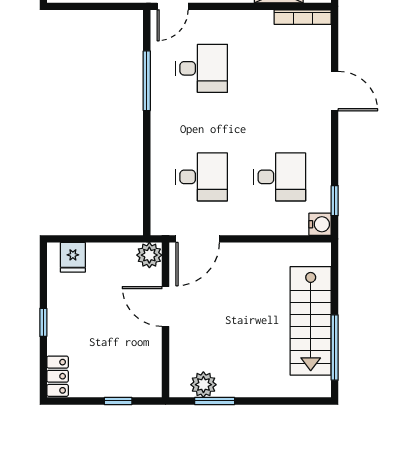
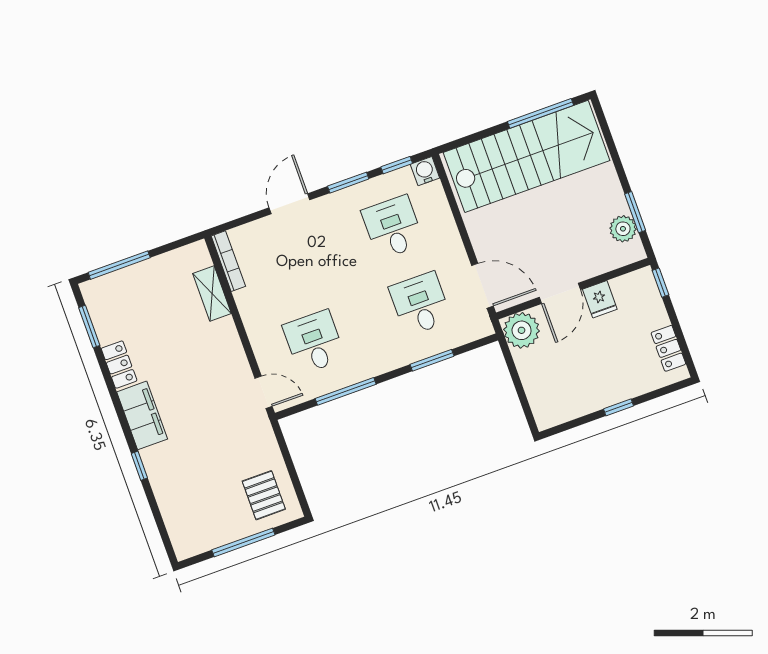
window: (335, 151) -> (348, 183), added
window: (147, 169) -> (432, 360), added
plant: (149, 255) -> (522, 330), width x1.36, depth x1.36
fridge: (73, 257) -> (600, 299), moved, turned 90
stairs: (311, 321) -> (527, 156), width x1.36, depth x1.51
locker: (58, 376) -> (668, 348), moved, turned -90
window: (118, 401) -> (661, 283), moved

